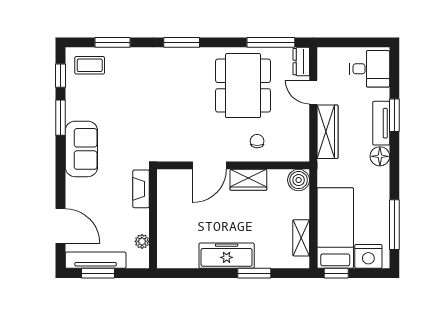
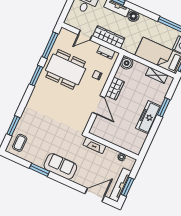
window: (182, 42) -> (36, 76), moved
dresser: (301, 62) -> (106, 52), moved
window: (61, 76) -> (18, 160), removed

